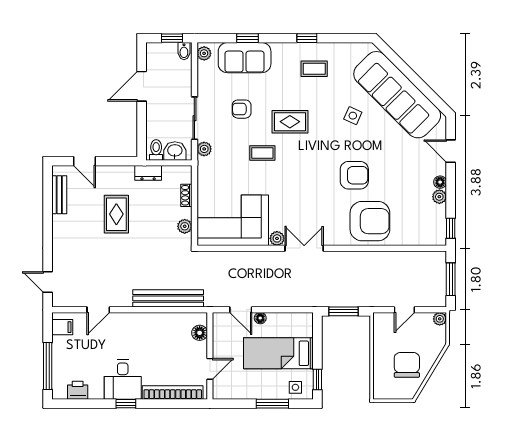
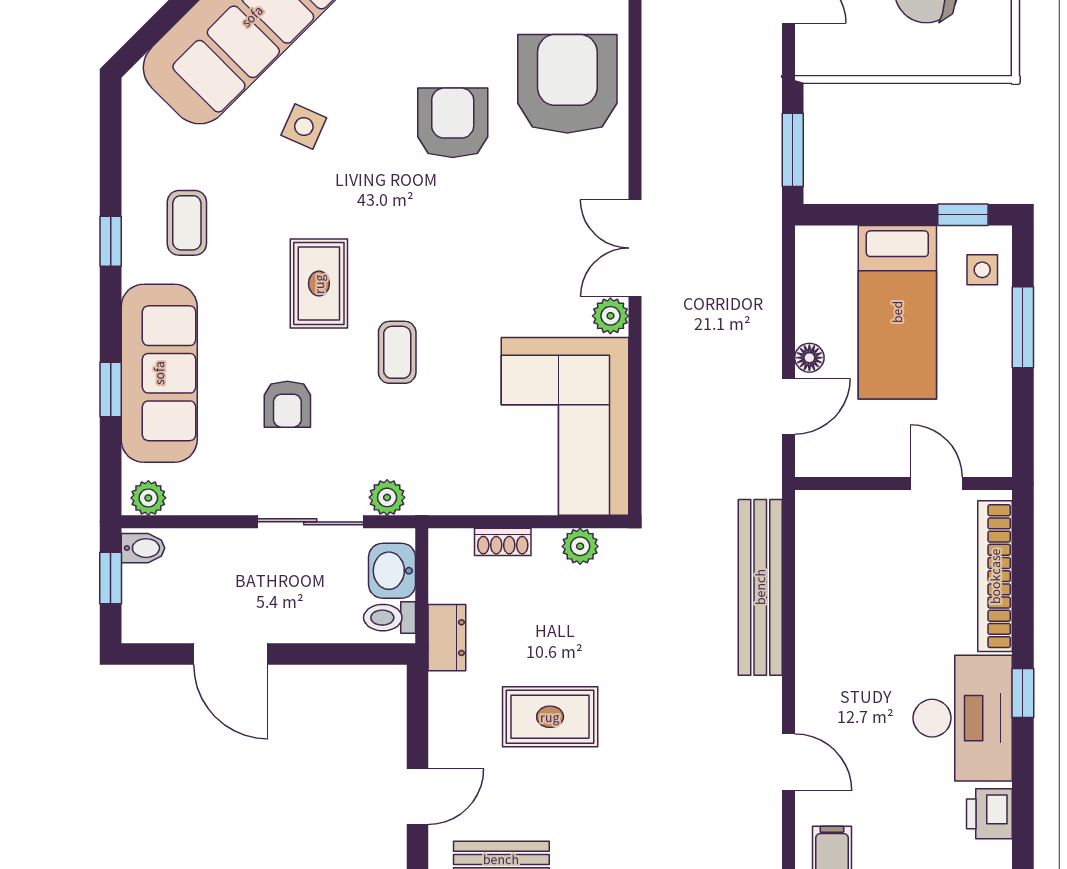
sofa: (245, 58) -> (159, 373), width x1.36
floor lamp: (200, 333) -> (846, 509), removed
desk: (123, 380) -> (963, 718), width x1.37

